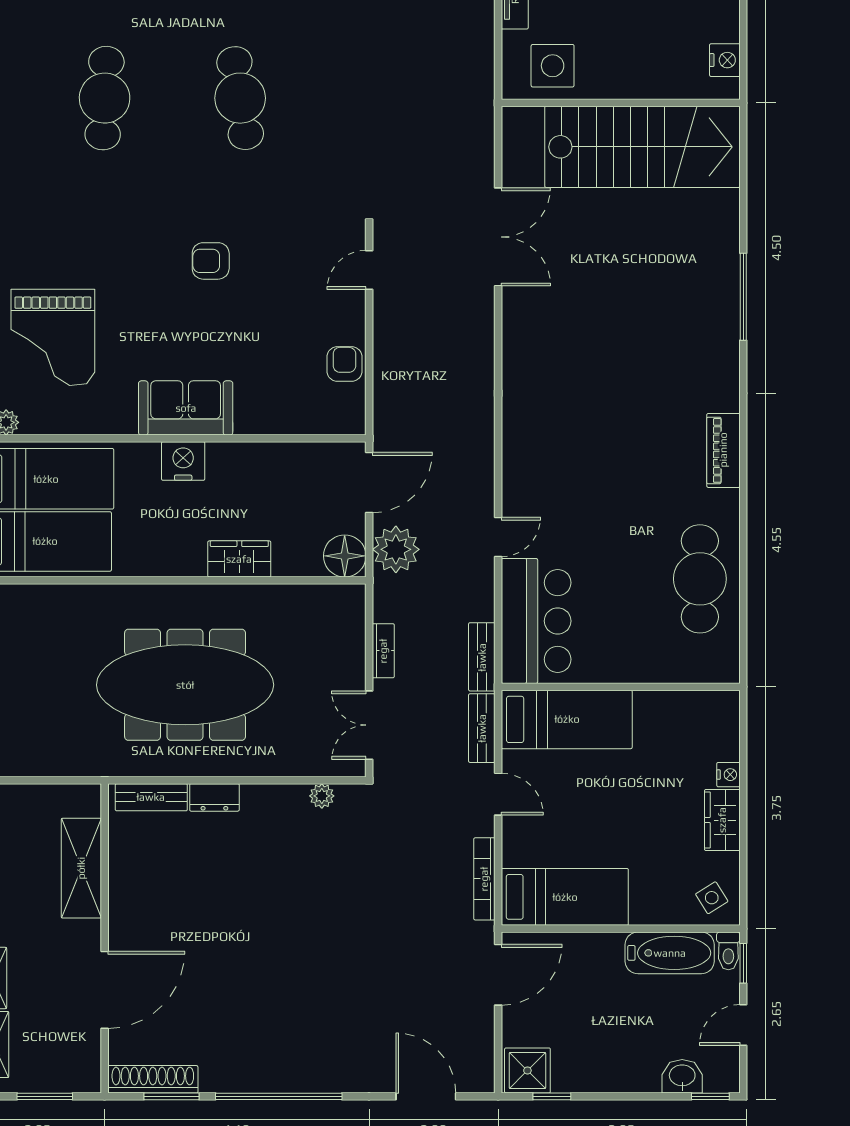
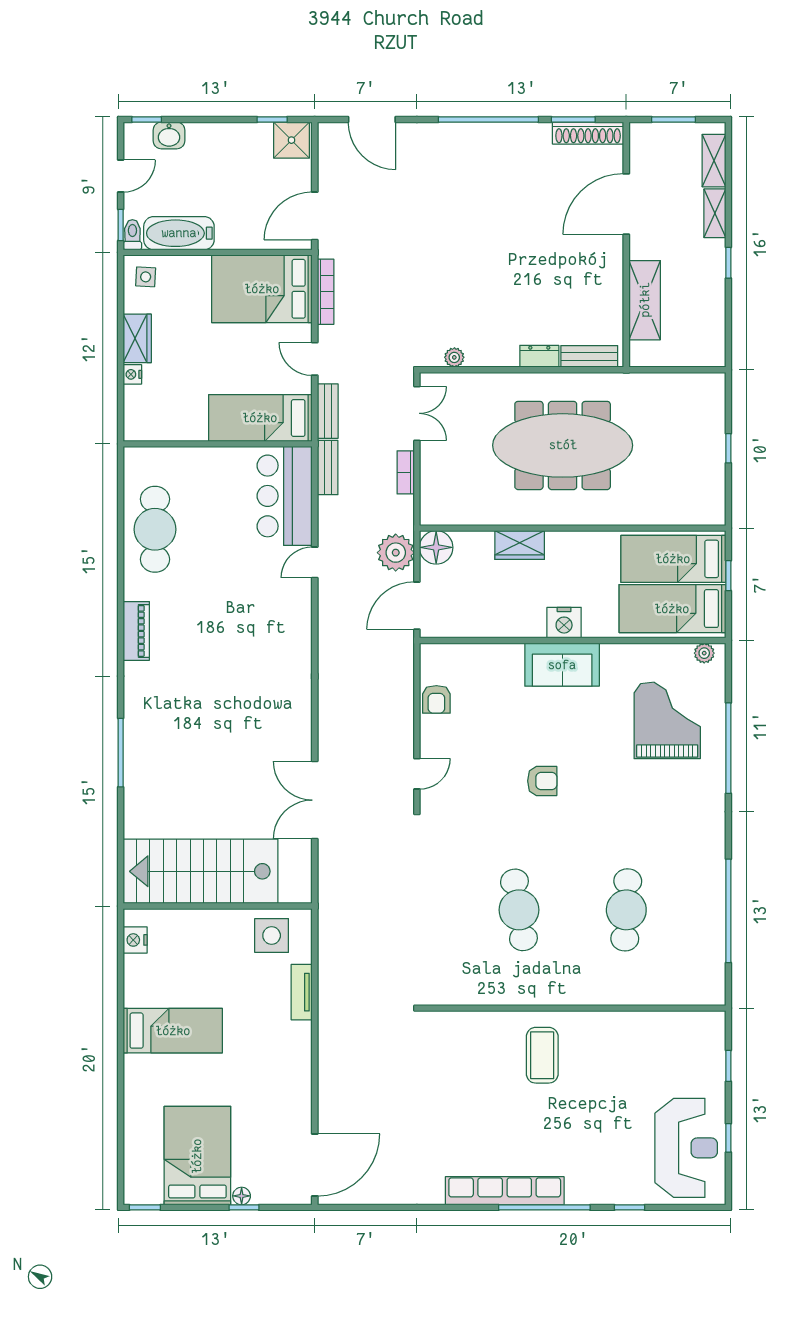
bed: (565, 897) -> (262, 289), width x1.50
side table: (712, 898) -> (146, 277), turned 35

